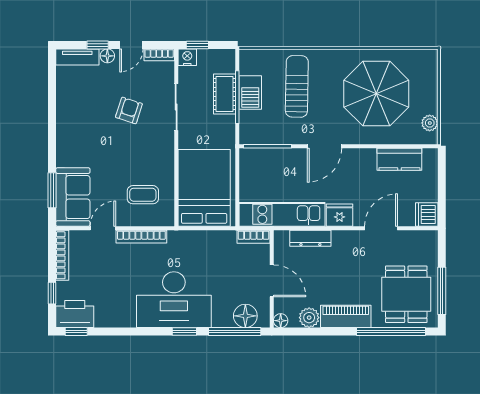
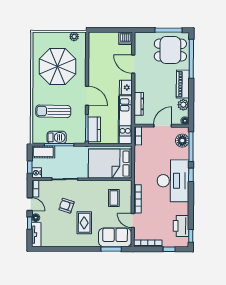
cot: (224, 94) -> (43, 152), moved
rug: (99, 142) -> (84, 223), added
kitchen counter: (399, 159) -> (94, 129), moved
printer: (75, 314) -> (181, 226), moved

